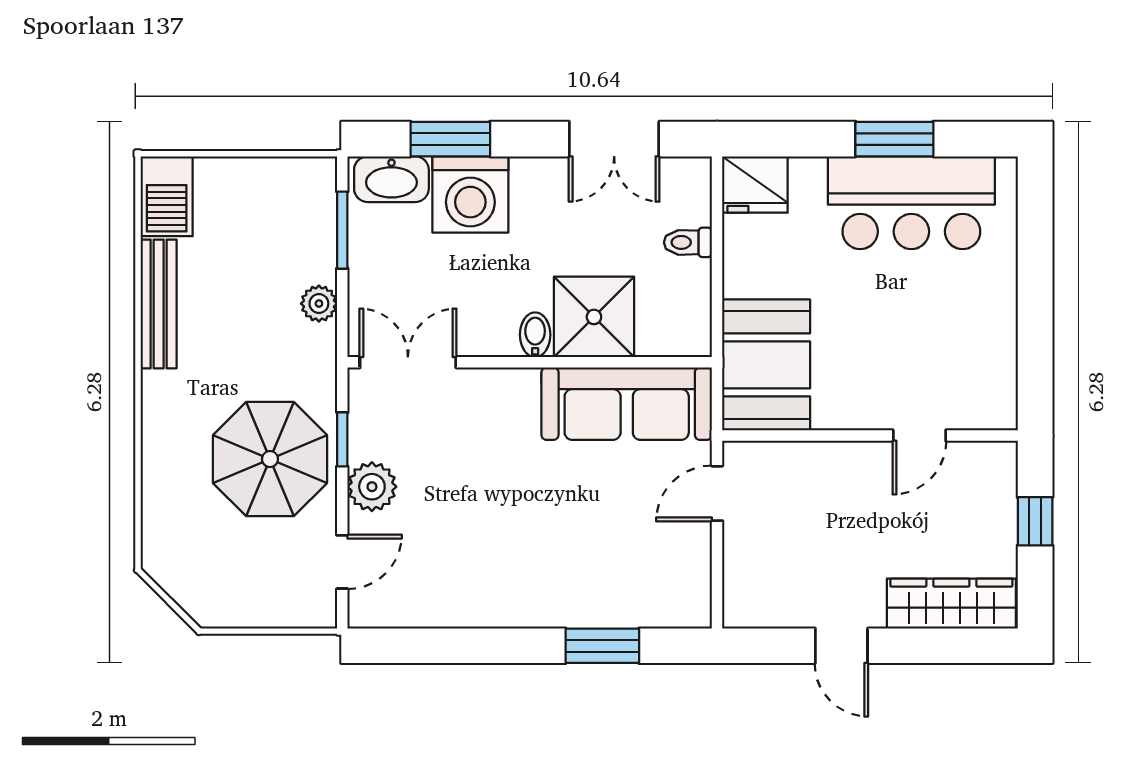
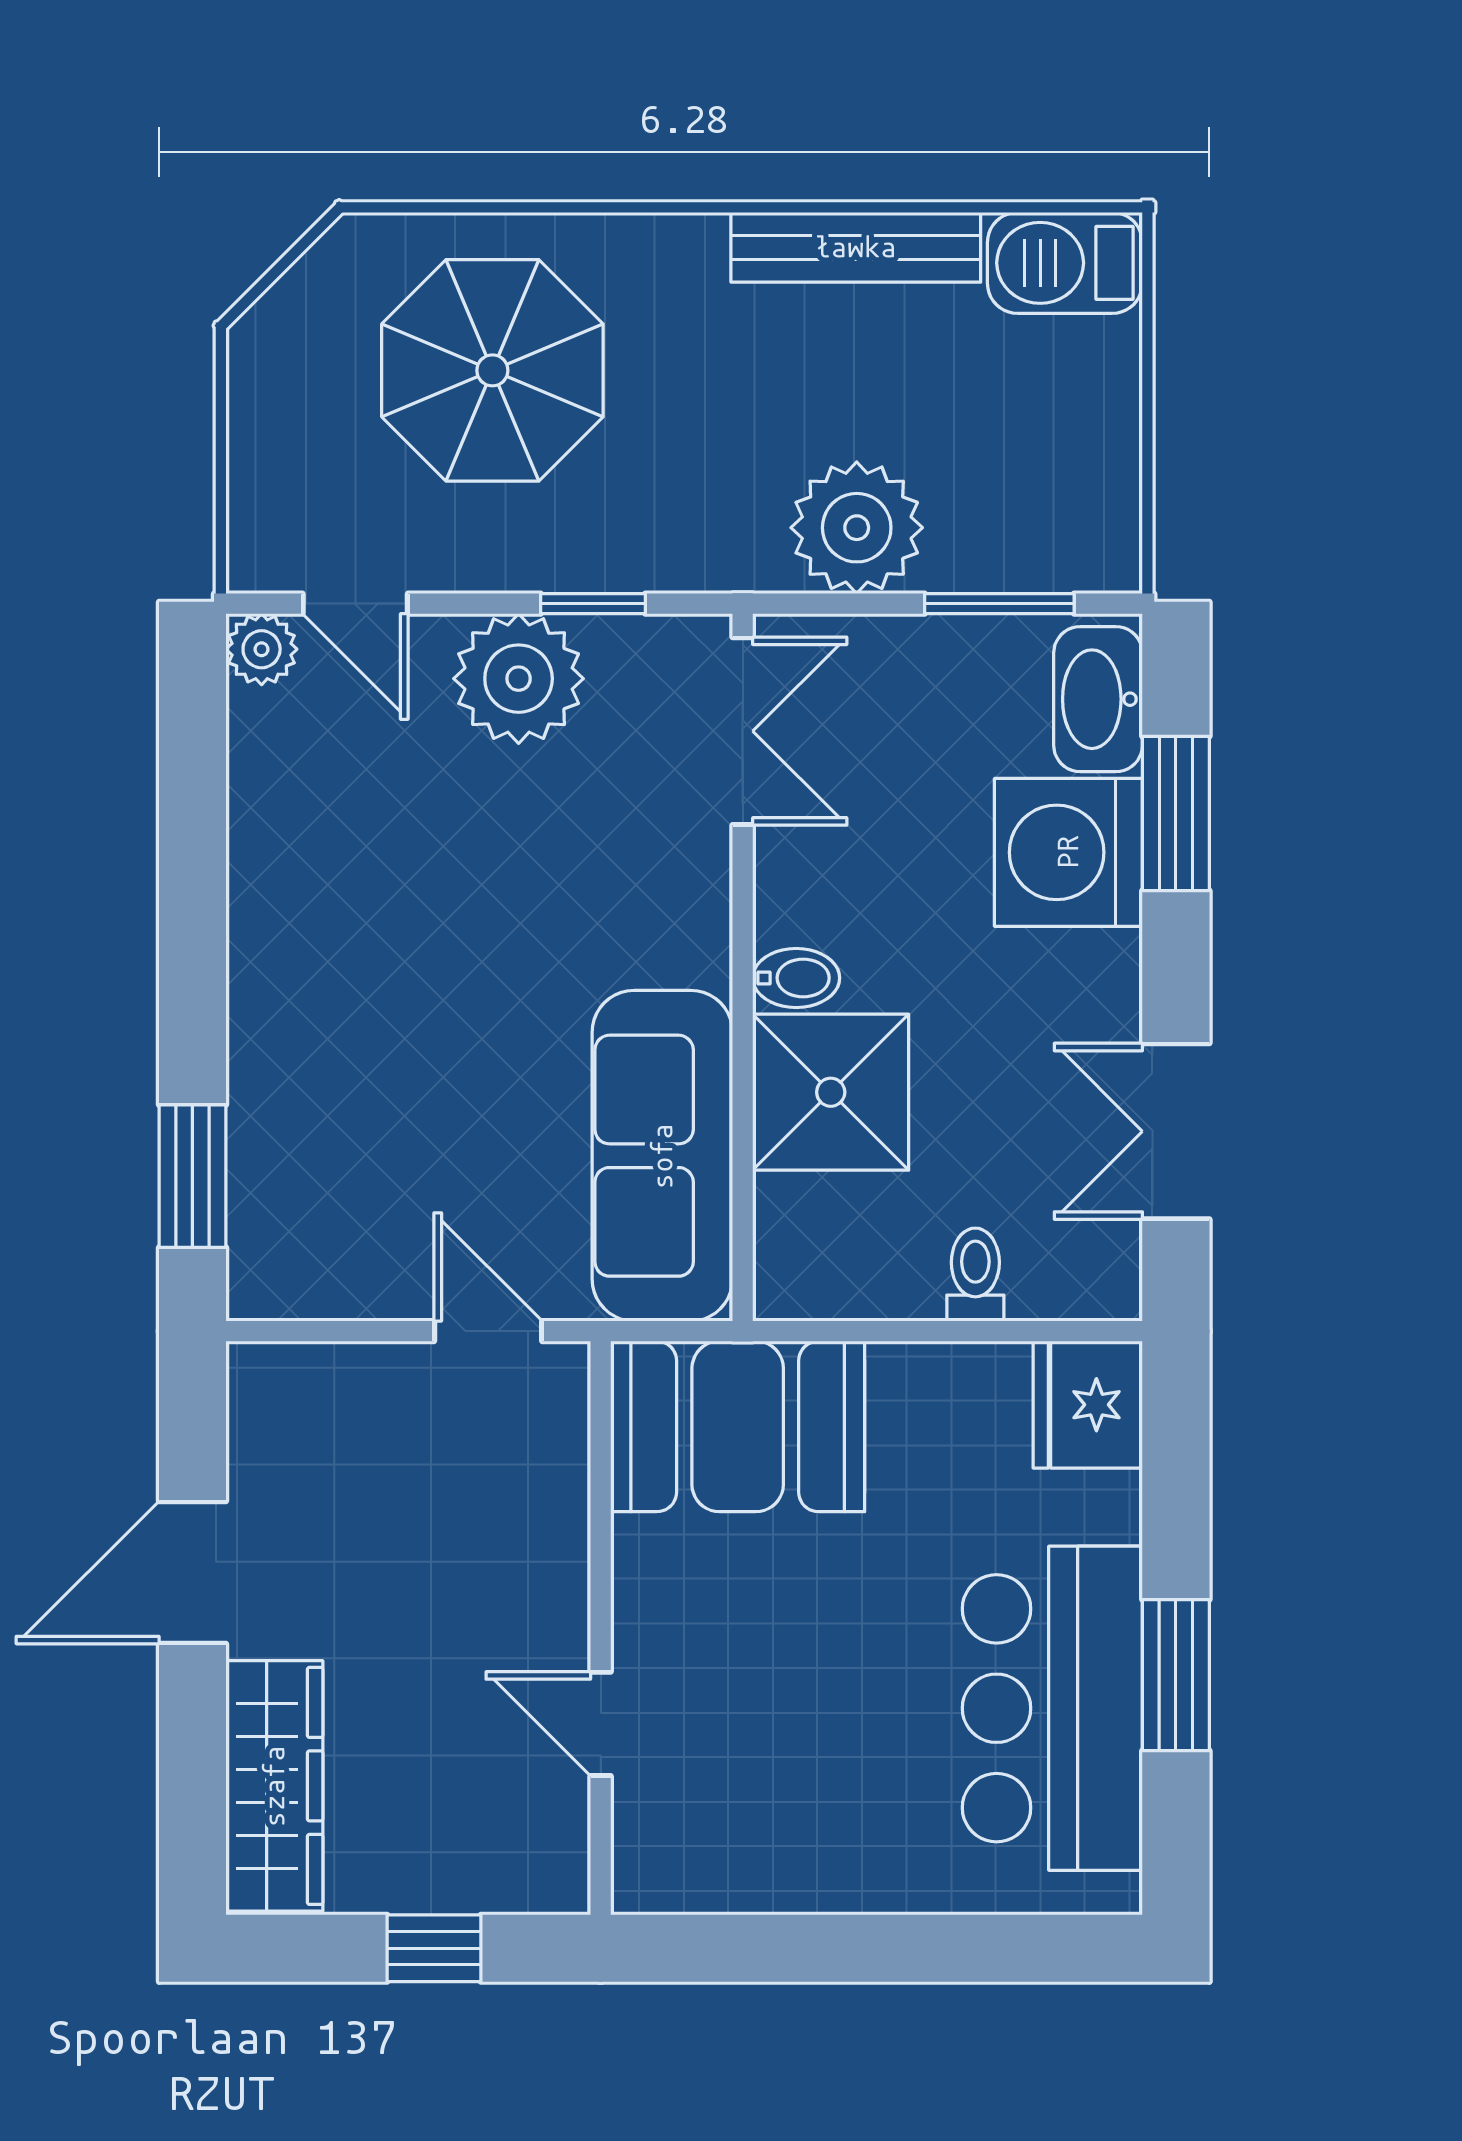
plant: (319, 304) -> (857, 528), width x1.87, depth x1.87
parasol: (270, 459) -> (492, 370), moved
plant: (372, 487) -> (519, 679), width x1.36, depth x1.36
plant: (366, 610) -> (262, 649), added
window: (602, 646) -> (192, 1176), moved
door: (841, 646) -> (192, 1572), width x1.38

